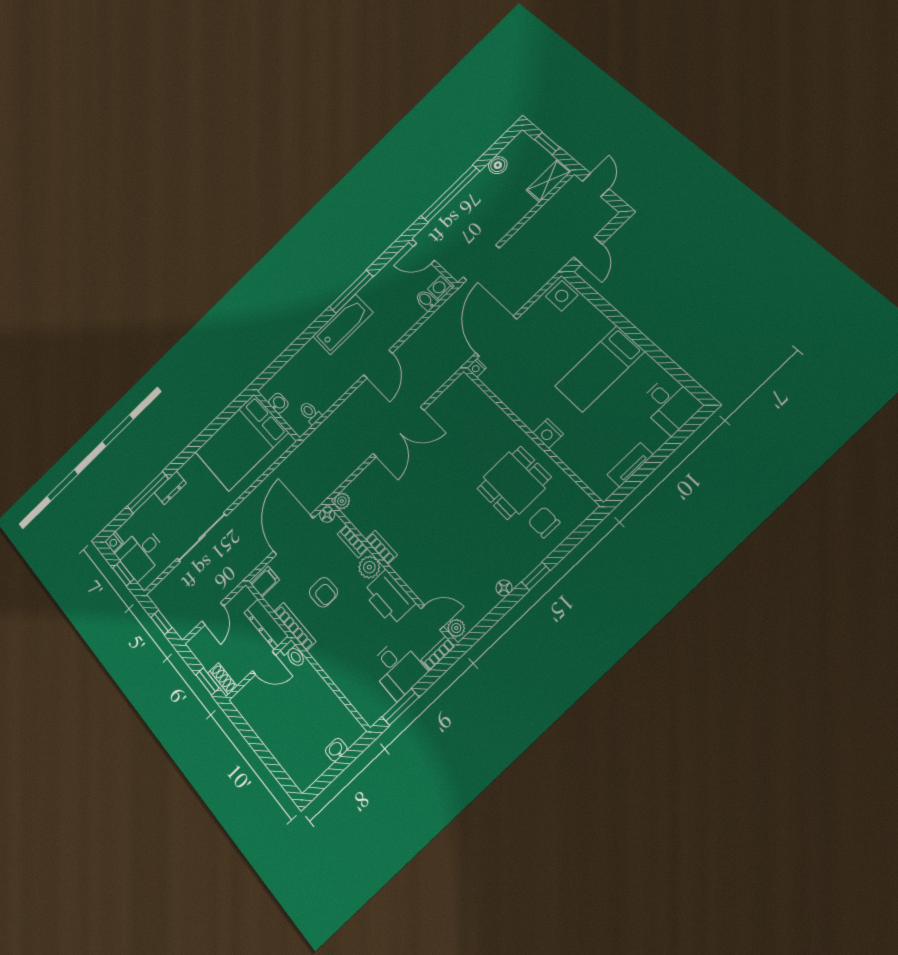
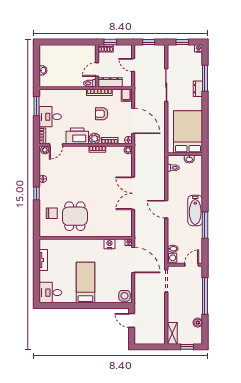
door: (596, 185) -> (153, 347), removed
nightstand: (548, 434) -> (109, 244), moved
desk: (141, 553) -> (183, 56), removed

